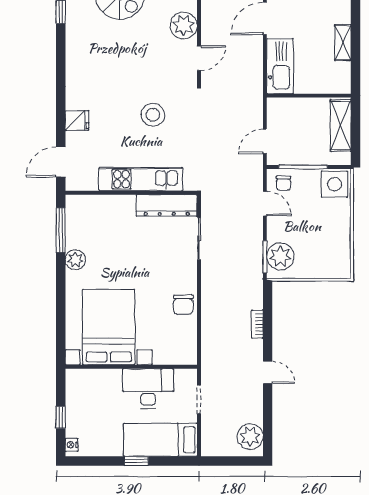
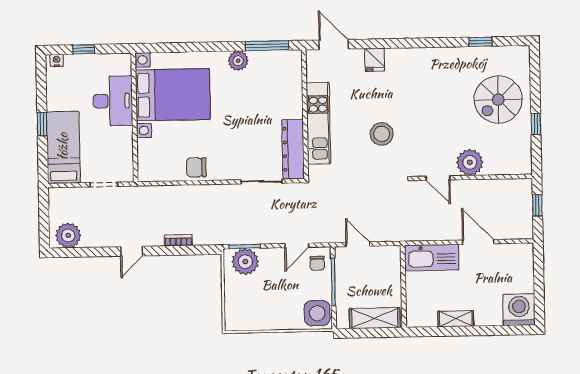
chair: (284, 183) -> (317, 263), turned -90
desk: (148, 388) -> (113, 101), moved

